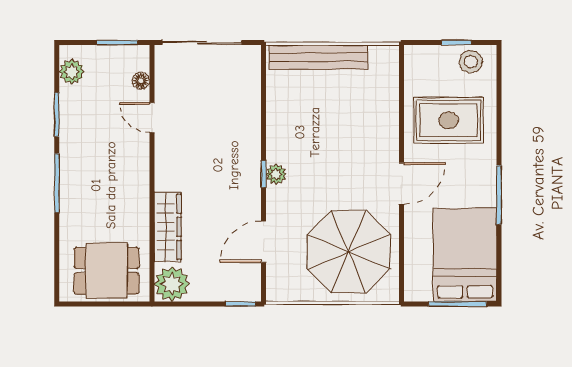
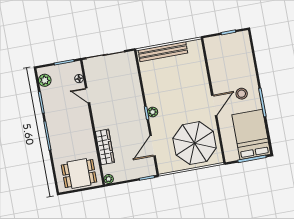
stool: (471, 62) -> (242, 94), moved
rug: (449, 120) -> (231, 71), removed
plant: (172, 284) -> (109, 179), width x0.53, depth x0.53

